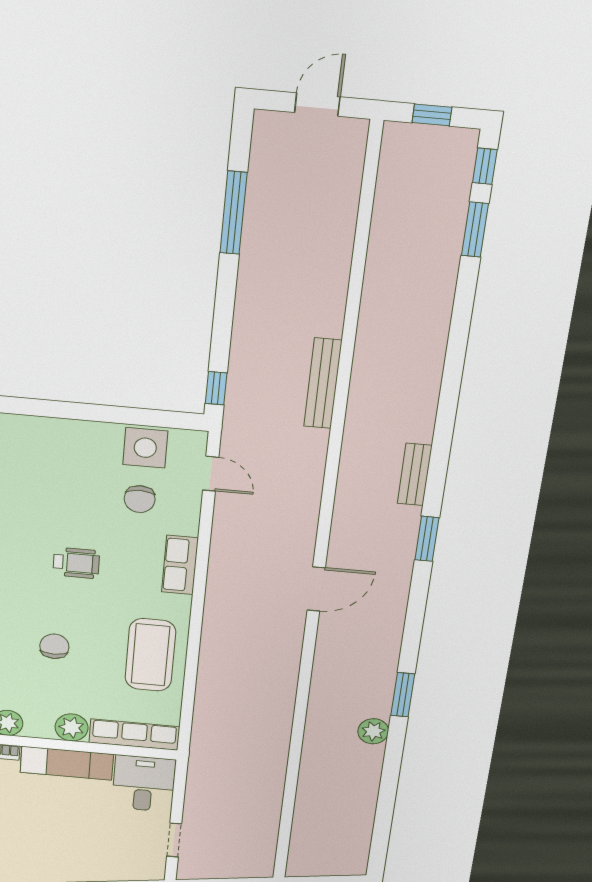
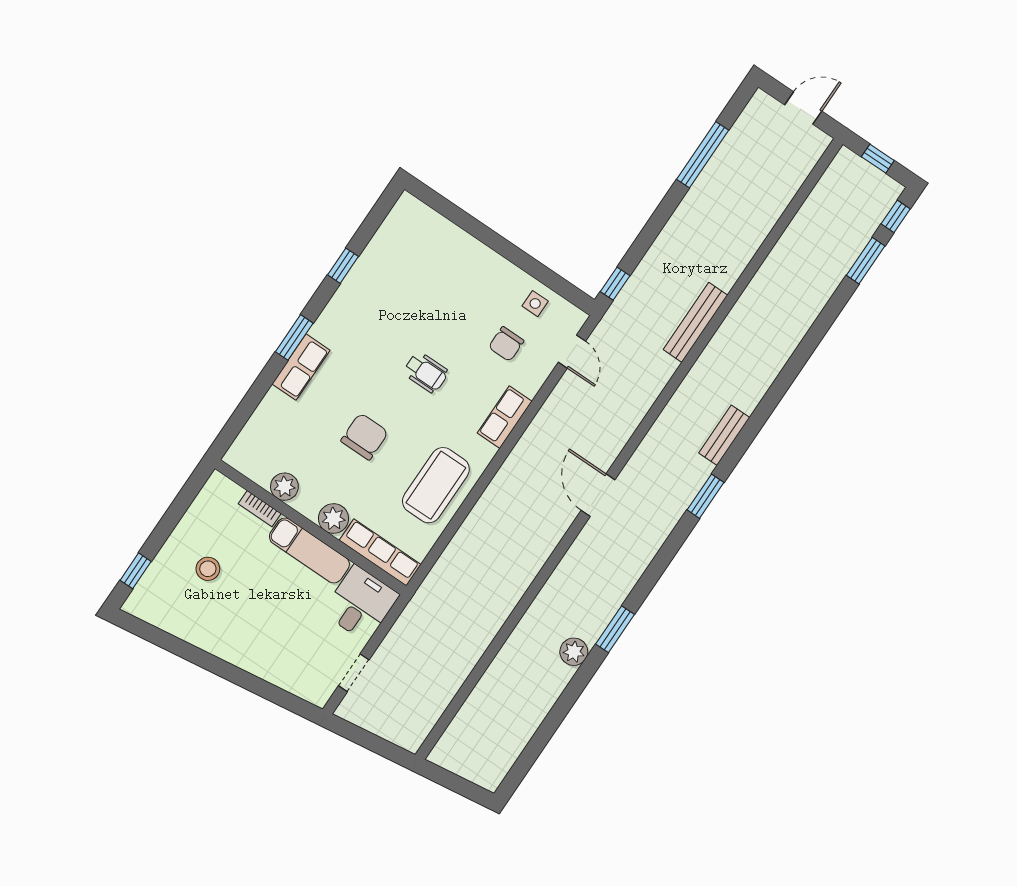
side table: (145, 448) -> (535, 304), width x0.54, depth x0.54
door: (316, 589) -> (598, 495), swing flipped
chair: (54, 646) -> (365, 437), width x1.37, depth x1.37

